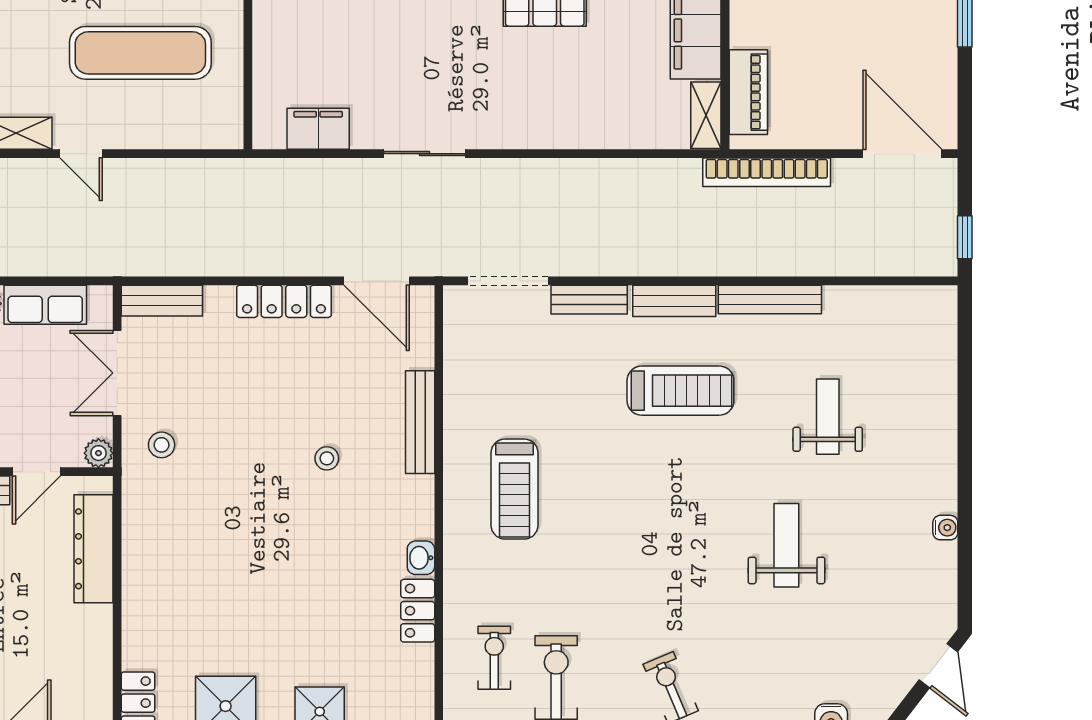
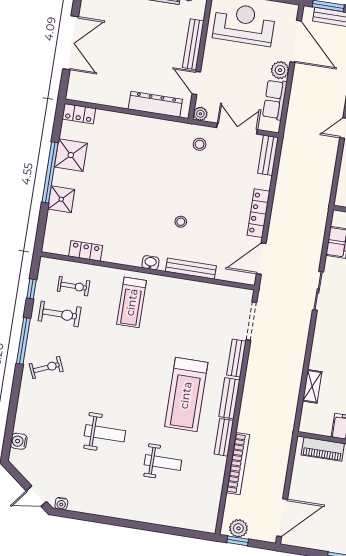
shelving: (706, 115) -> (312, 386), moved, turned 90
bookcase: (767, 172) -> (238, 464), moved, turned 180
plant: (939, 240) -> (238, 528), added
bench: (770, 299) -> (224, 437), width x0.73
treadmill: (680, 391) -> (186, 395), width x1.37, depth x1.38
treadmill: (515, 489) -> (132, 302), moved, turned -90
water cooler: (945, 528) -> (61, 504), moved
washbasin: (421, 558) -> (150, 263), moved
locker: (418, 611) -> (86, 251), moved

